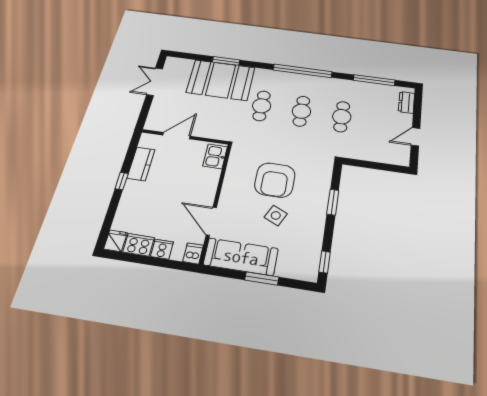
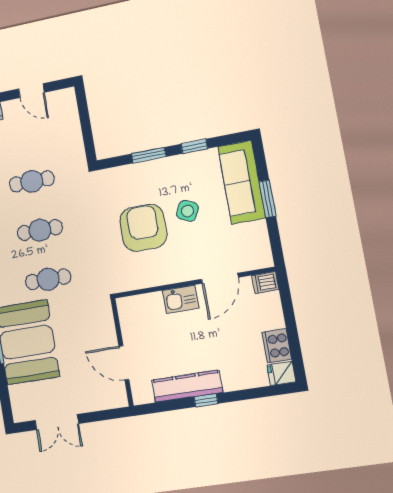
kitchen sink: (215, 156) -> (181, 299), moved
kitchen counter: (141, 164) -> (187, 386), width x1.50
armchair: (275, 180) -> (143, 228), turned -90
cooker: (162, 249) -> (273, 318), removed
sofa: (241, 257) -> (242, 182), moved
window: (325, 262) -> (194, 146), moved

